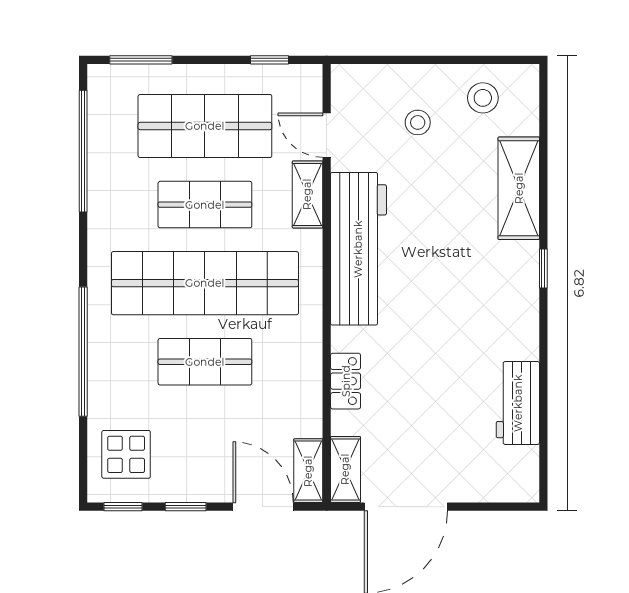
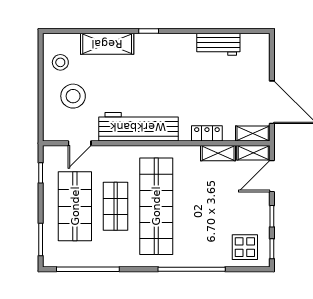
stool: (418, 122) -> (73, 96), width x1.89, depth x1.89
shelving: (307, 194) -> (218, 153), moved
shop shelf: (205, 362) -> (197, 206), removed

